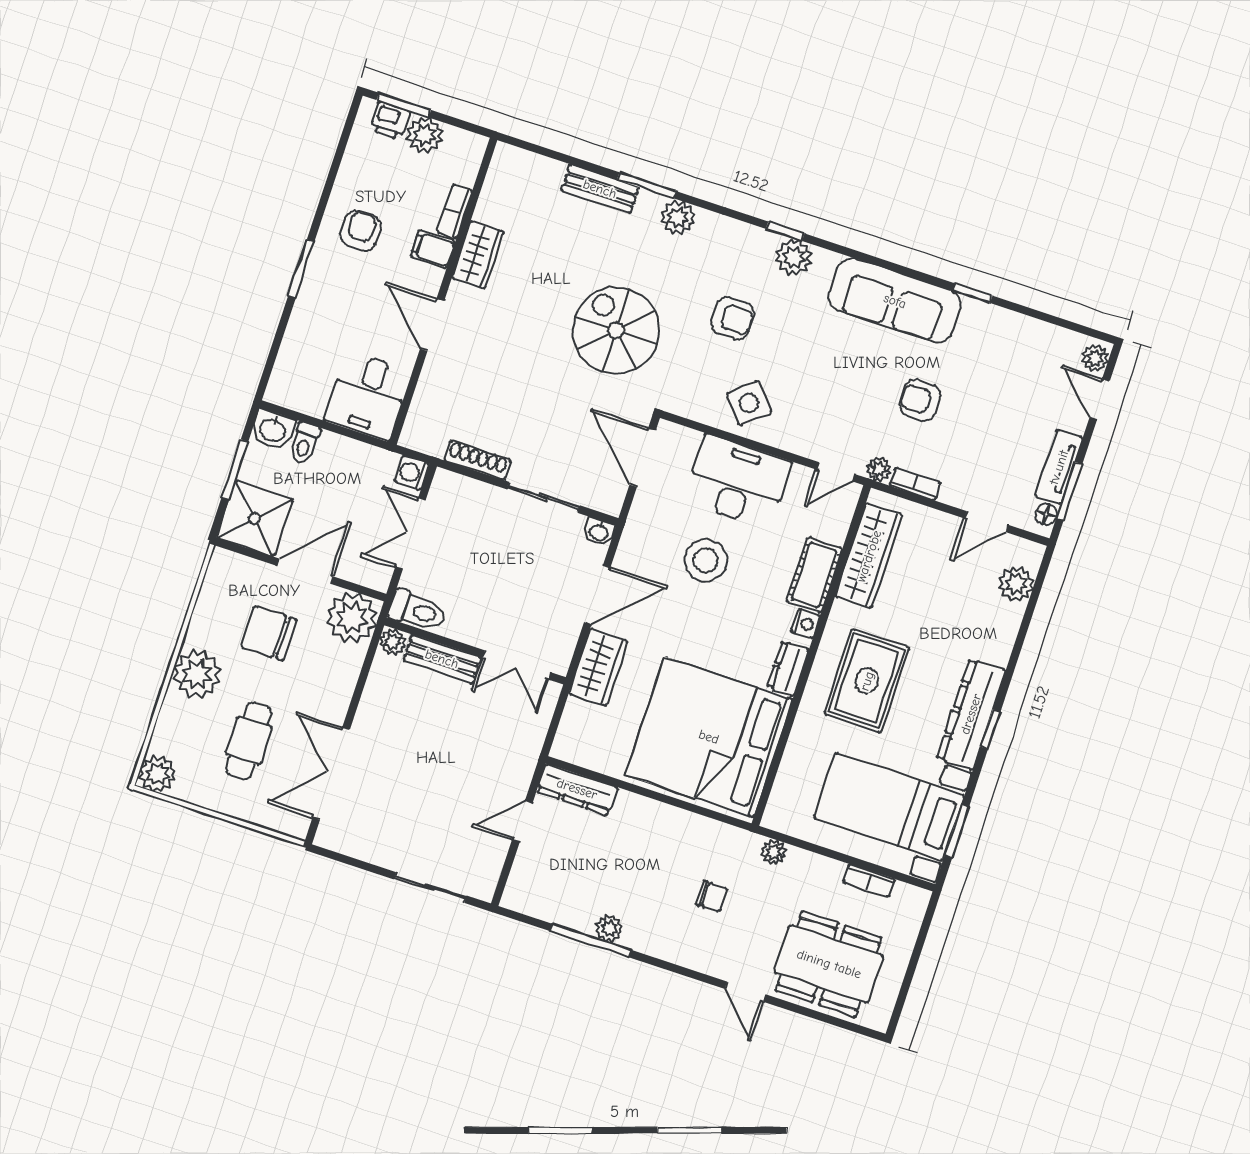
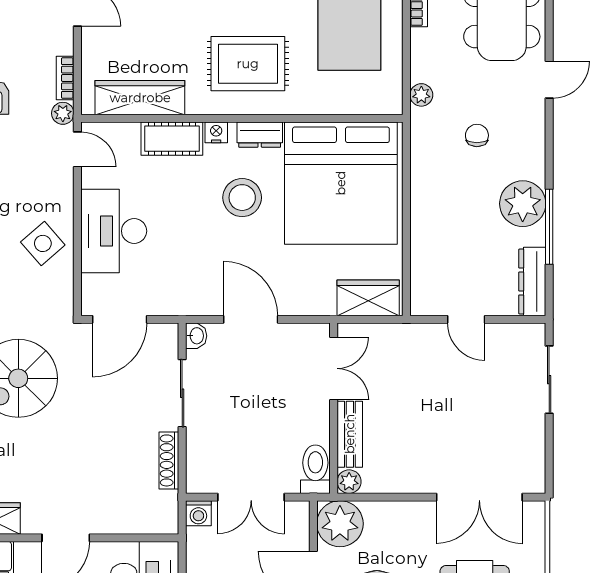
stool: (706, 560) -> (242, 198), moved
wardrobe: (598, 667) -> (368, 298), moved
dresser: (577, 789) -> (532, 281), moved, turned 180
plant: (609, 928) -> (523, 204), width x1.87, depth x1.87

